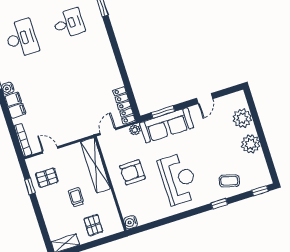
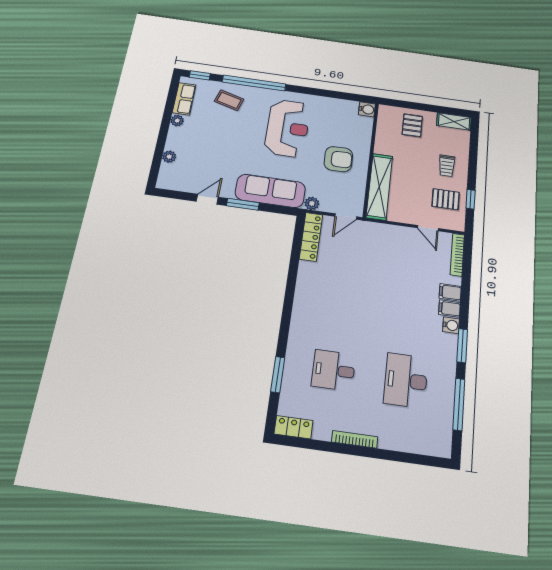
window: (163, 112) -> (243, 204), moved
plant: (242, 118) -> (169, 157), width x0.53, depth x0.53
plant: (251, 144) -> (177, 121), width x0.53, depth x0.53
row of seats: (261, 166) -> (184, 99), added
reception desk: (178, 179) -> (287, 128), turned 180
trolley: (76, 197) -> (447, 166), moved
window: (219, 204) -> (254, 83), width x3.17

